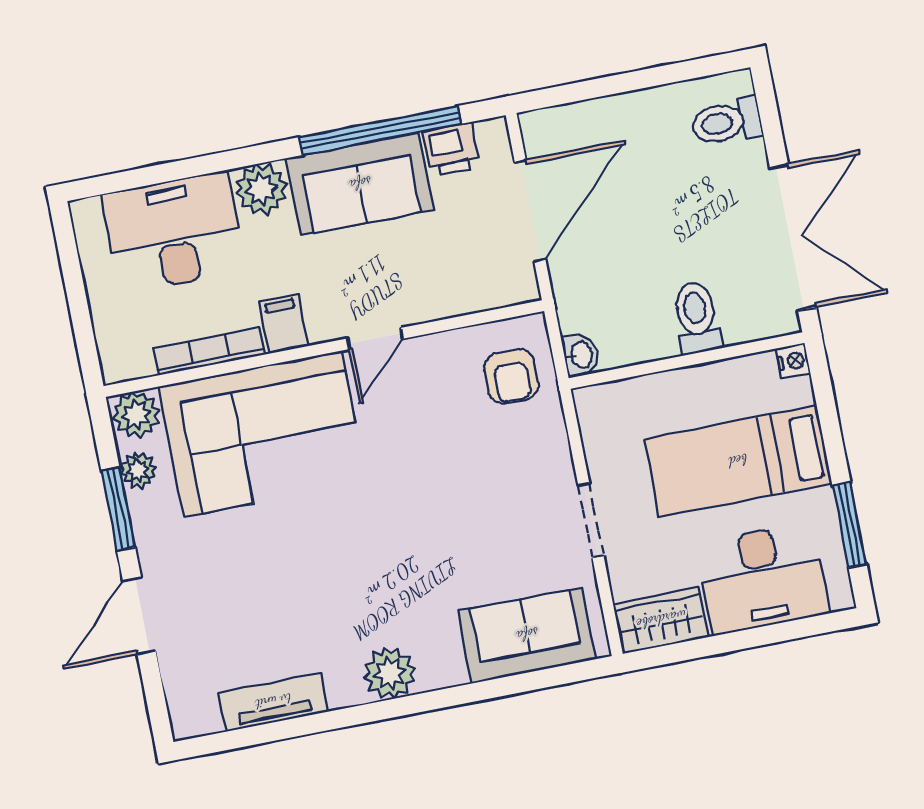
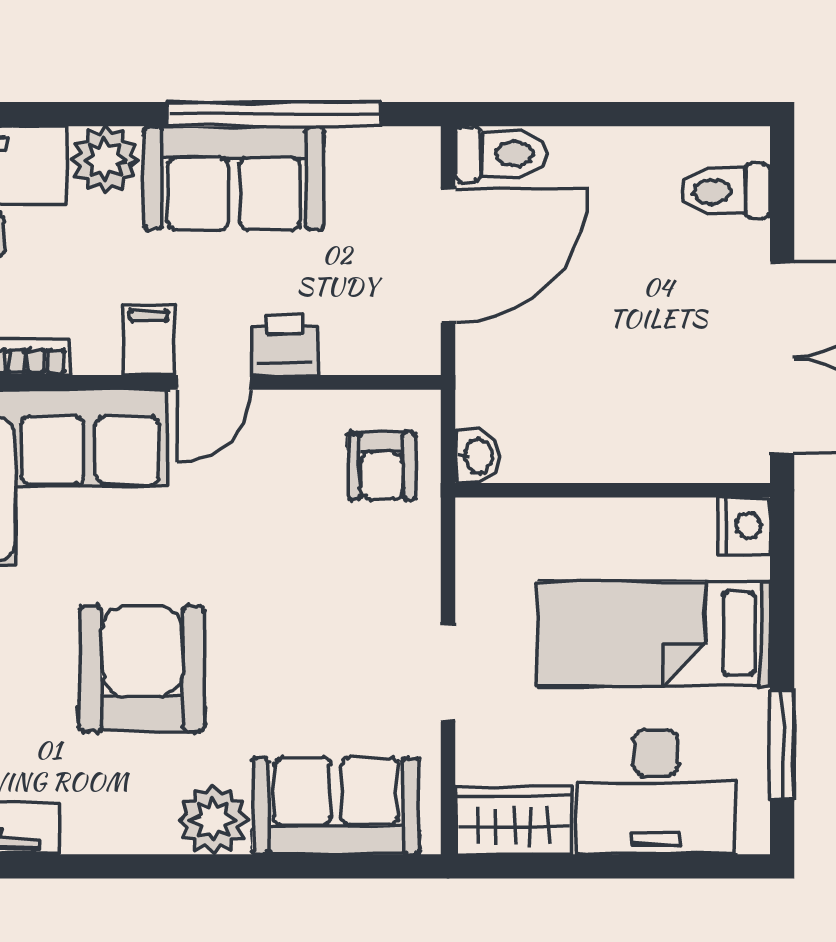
printer: (451, 149) -> (285, 345), moved, turned 180
toilet: (697, 318) -> (501, 154), moved, turned 90
filing cabinet: (283, 324) -> (149, 340), moved
nightstand: (793, 361) -> (744, 526), width x1.39, depth x1.35
armchair: (363, 562) -> (142, 669), added
plant: (390, 673) -> (213, 820), moved

